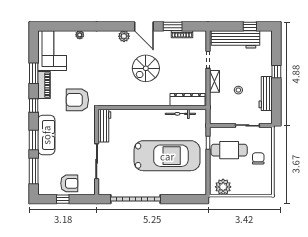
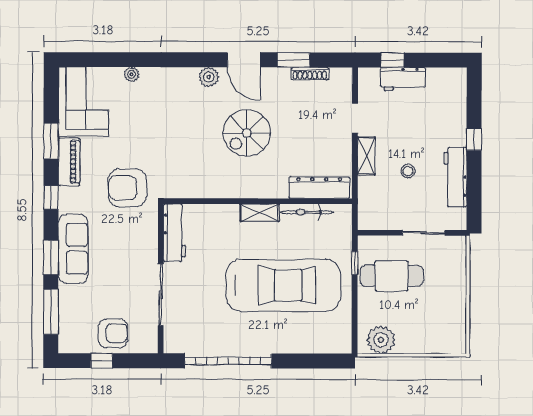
window: (250, 26) -> (393, 60), moved
workbench: (235, 39) -> (403, 79), width x0.53, depth x0.76
shelving: (153, 114) -> (260, 213), added
chair: (258, 158) -> (442, 290), removed

